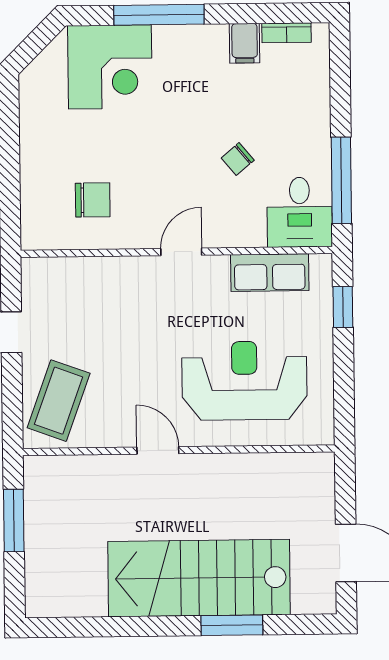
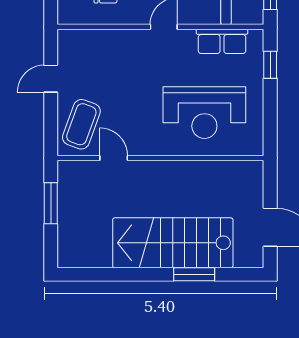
reception desk: (244, 381) -> (204, 113), turned 180
door: (158, 450) -> (114, 158), moved

